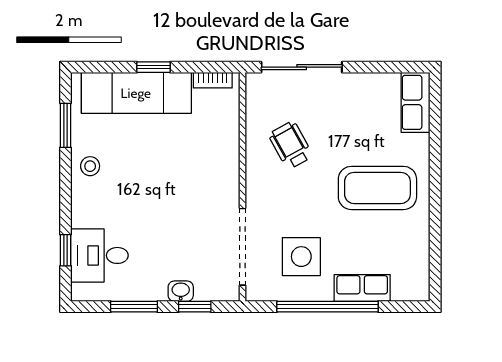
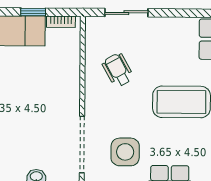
window: (154, 67) -> (33, 12), moved
sliding door: (302, 67) -> (126, 13), width x0.73

